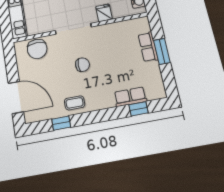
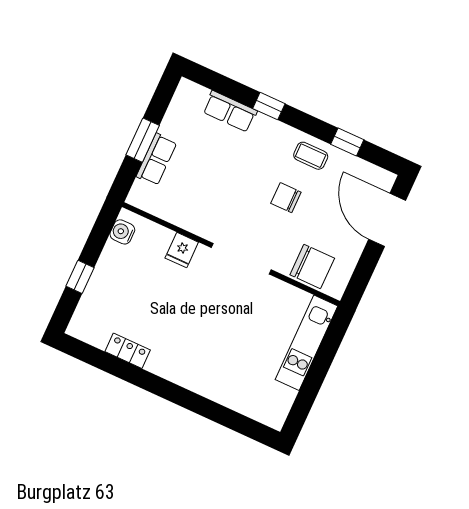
chair: (37, 49) -> (312, 266), turned 90
chair: (82, 65) -> (286, 198), moved
window: (138, 109) -> (269, 106), moved

